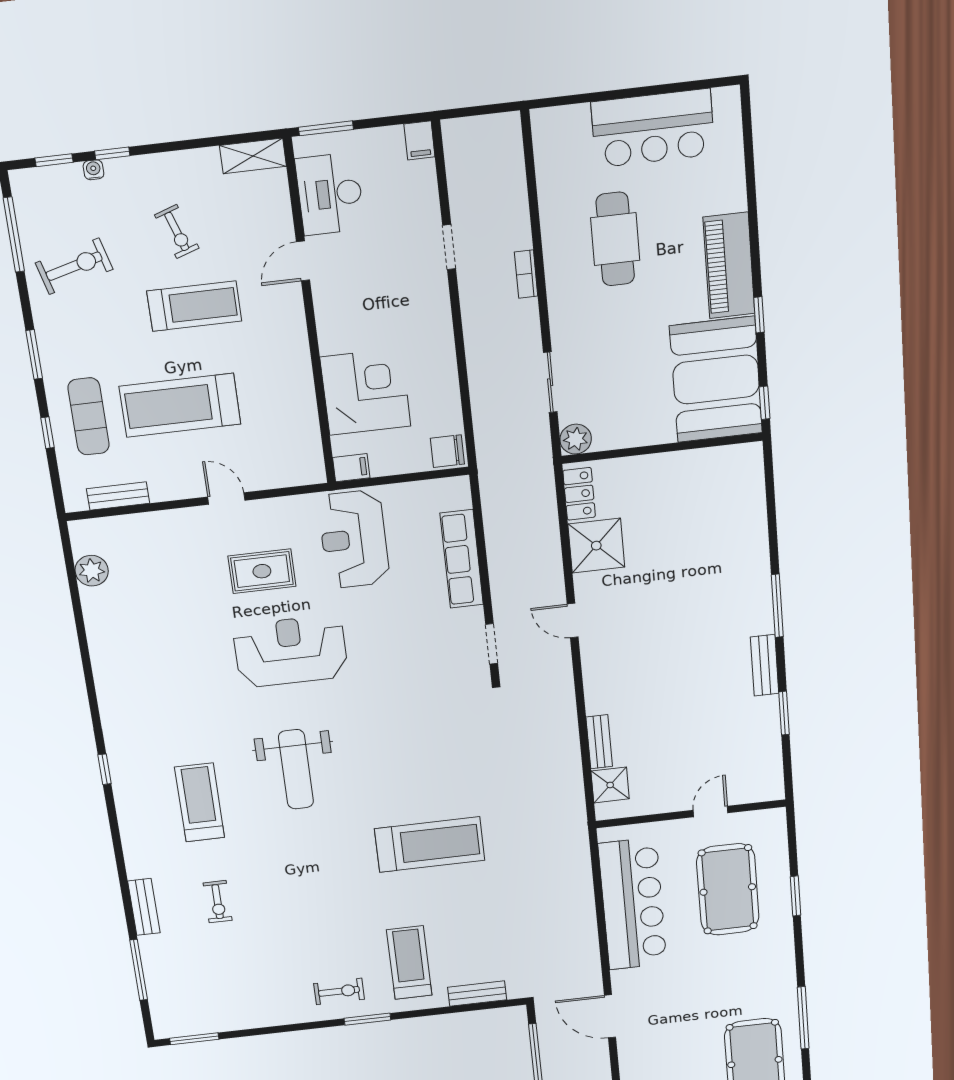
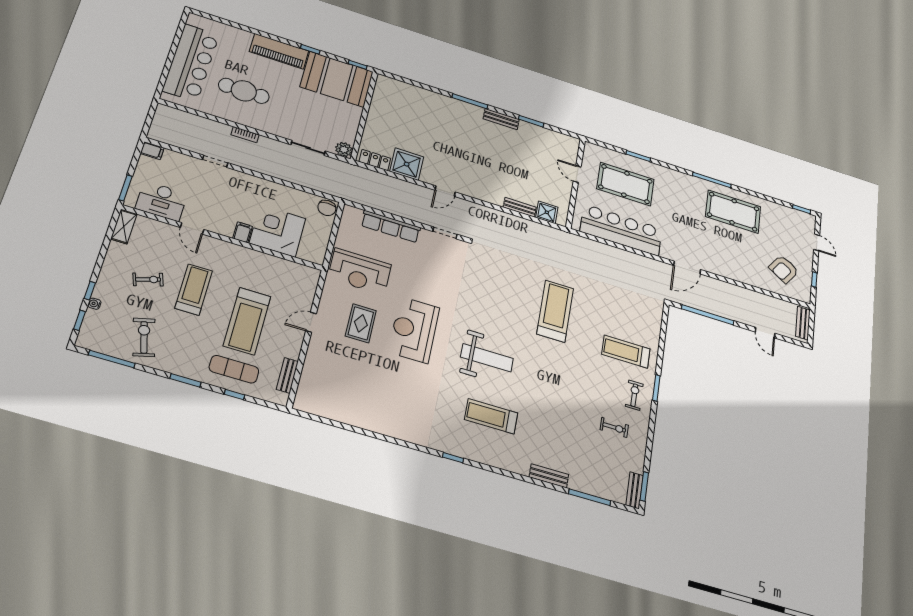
bar counter: (653, 128) -> (191, 63), width x1.36
filing cabinet: (351, 468) -> (243, 232), moved
plant: (92, 571) -> (327, 409), removed
exercise bike: (218, 902) -> (614, 427), moved
bench: (477, 994) -> (635, 490), moved

